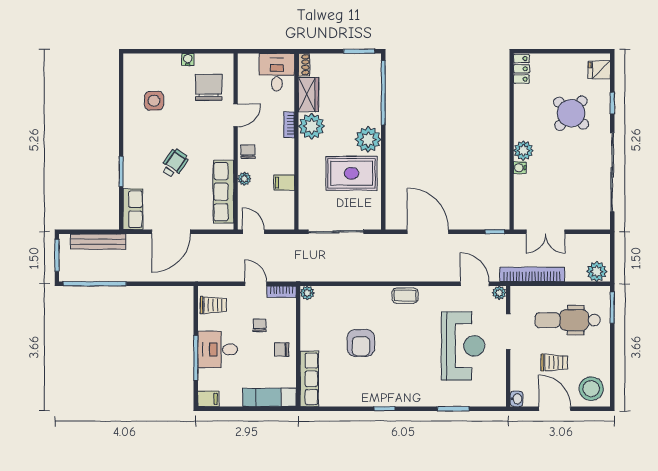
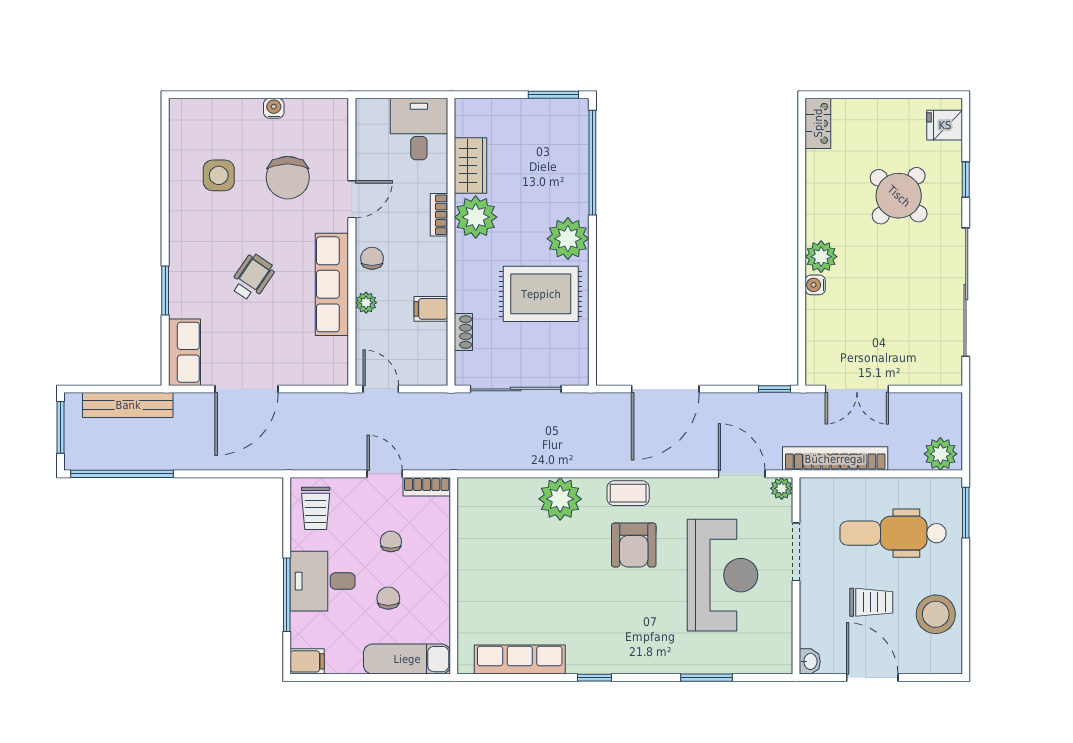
shoe rack: (304, 65) -> (463, 332), moved
chair: (209, 87) -> (288, 178), moved, turned 180
row of seats: (223, 192) -> (332, 284), moved
door: (428, 232) -> (665, 389), swing flipped
plant: (307, 293) -> (560, 499), moved, width x1.87, depth x1.87
trolley: (213, 305) -> (316, 508), turned 90
armchair: (361, 343) -> (634, 545), moved
chair: (282, 349) -> (388, 598), moved, turned 90
row of seats: (309, 379) -> (520, 660), moved, turned -90
stool: (591, 389) -> (936, 614), moved

